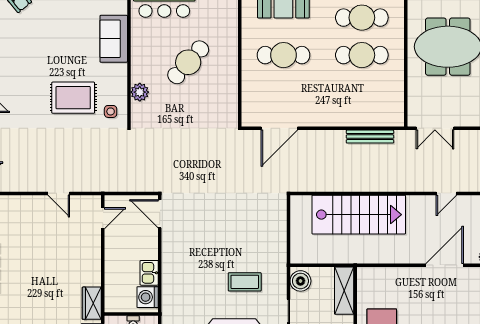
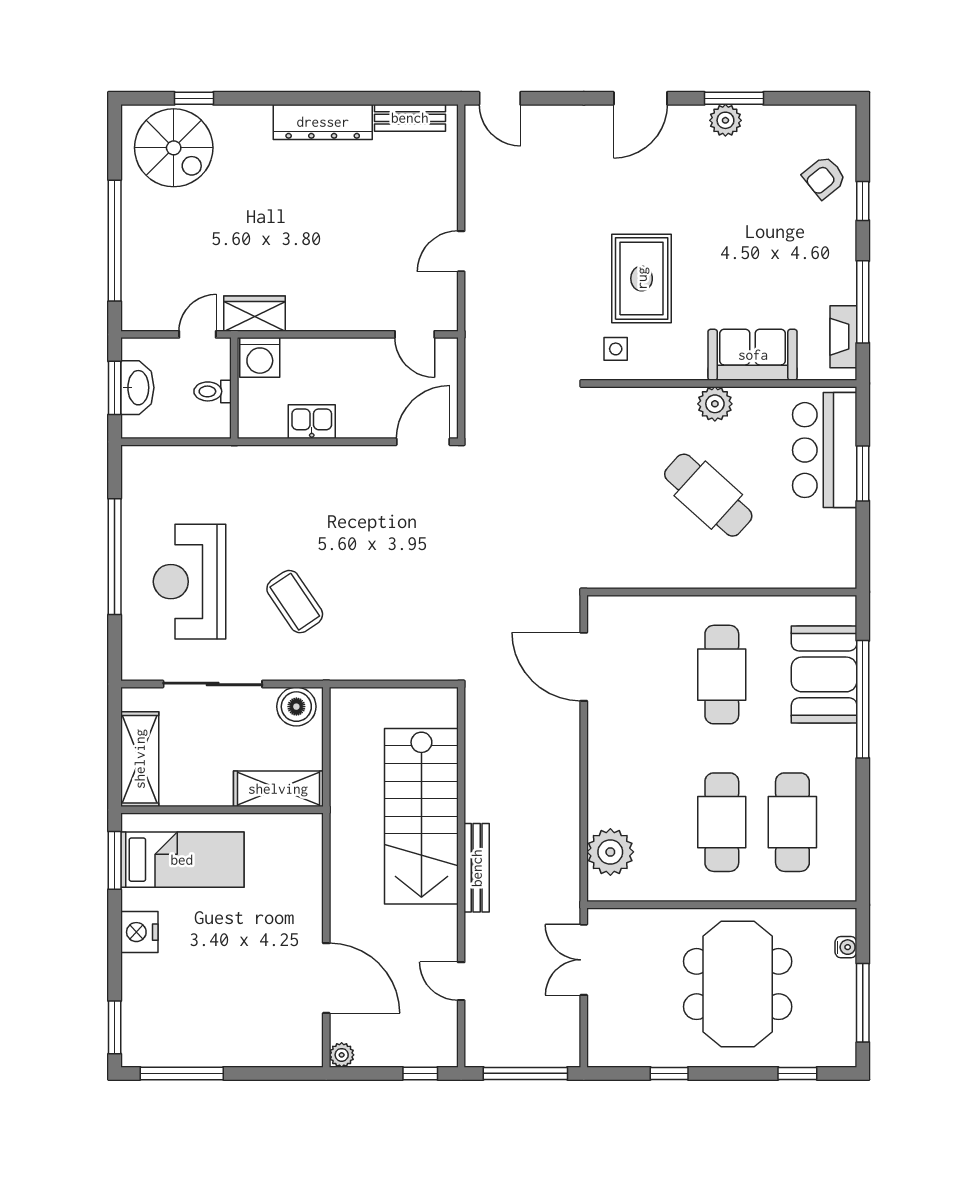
plant: (140, 92) -> (715, 404), moved
plant: (378, 114) -> (610, 852), added
bench: (370, 137) -> (477, 868), moved
coffee table: (245, 282) -> (295, 602), turned -34
washing machine: (148, 297) -> (260, 357), moved, turned 180

